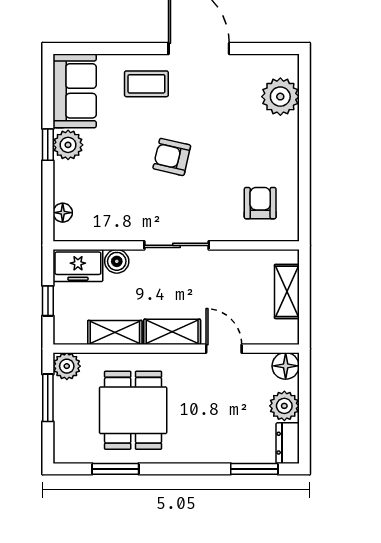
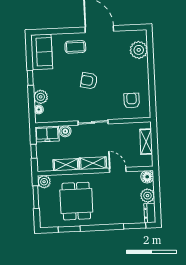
plant: (68, 145) -> (41, 97), moved

